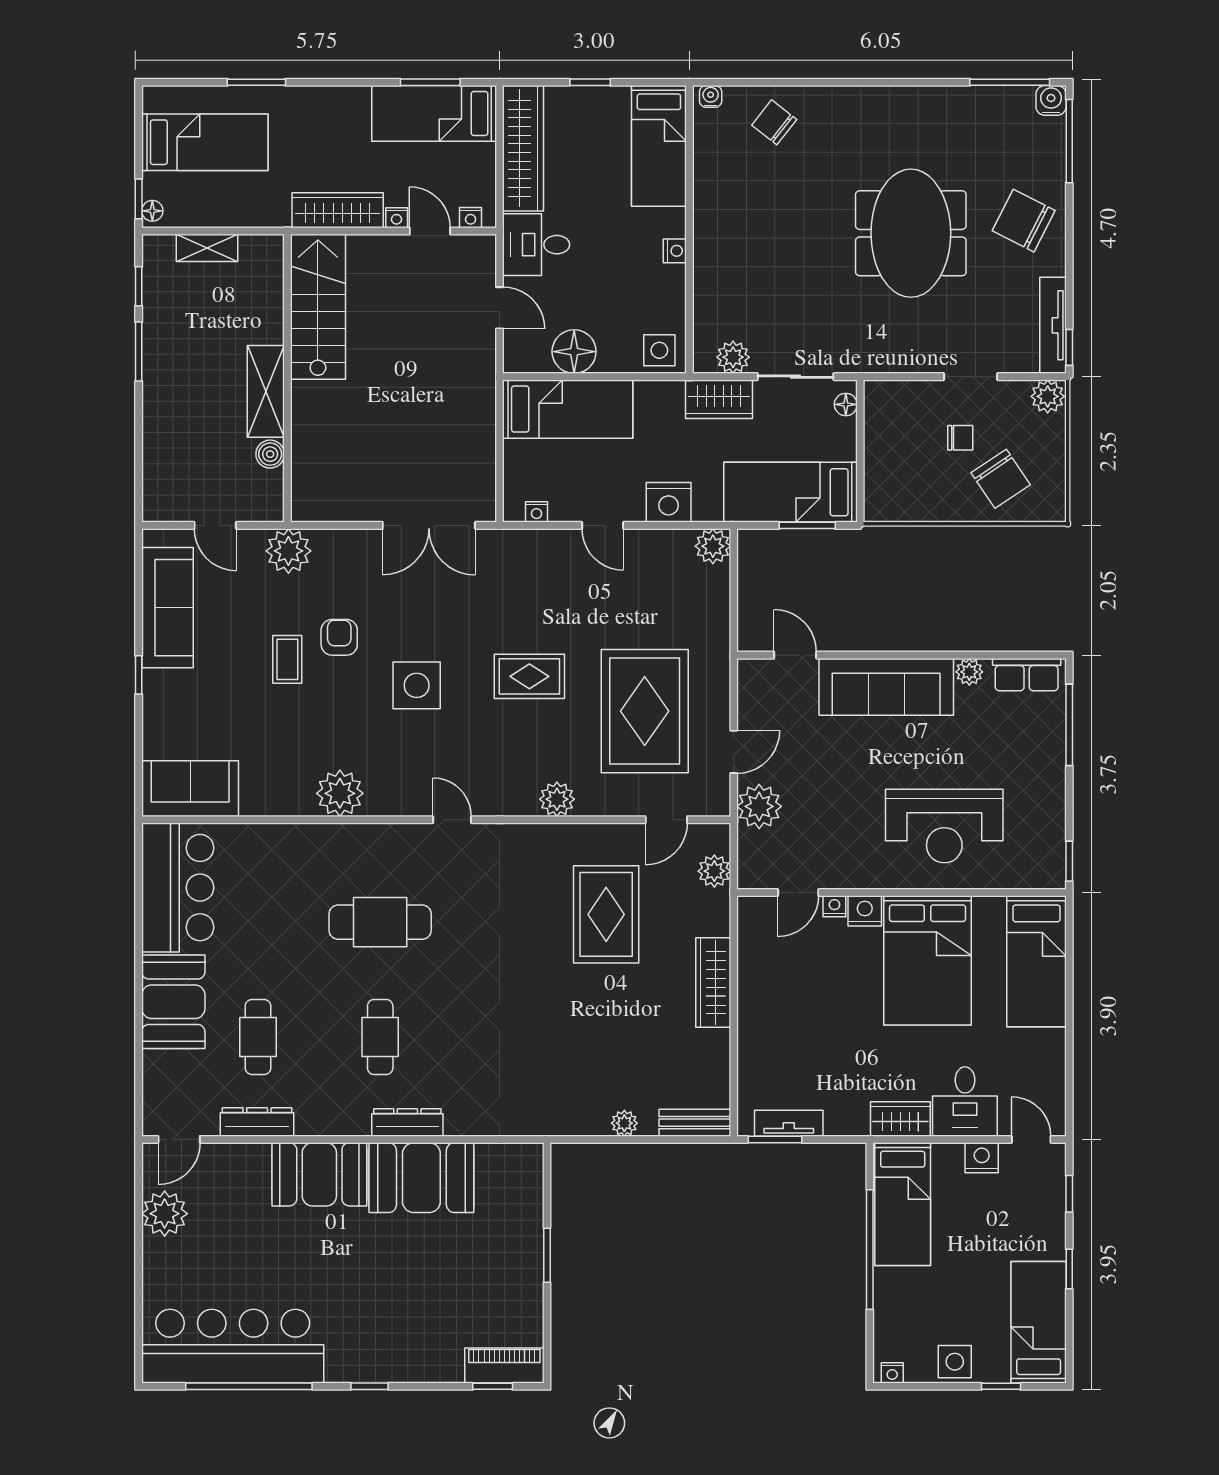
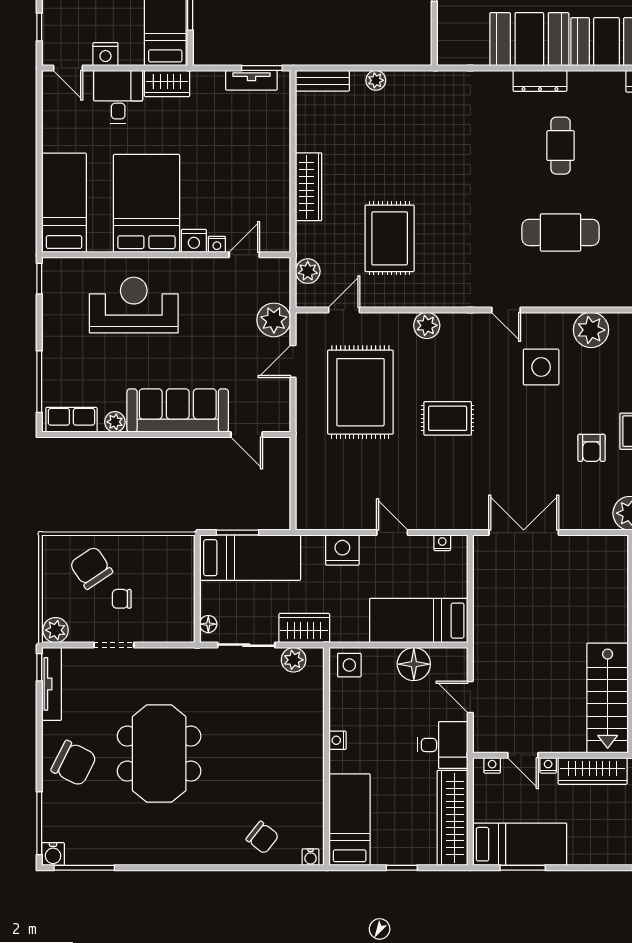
plant: (713, 546) -> (309, 517), removed
side table: (417, 685) -> (541, 367), moved

